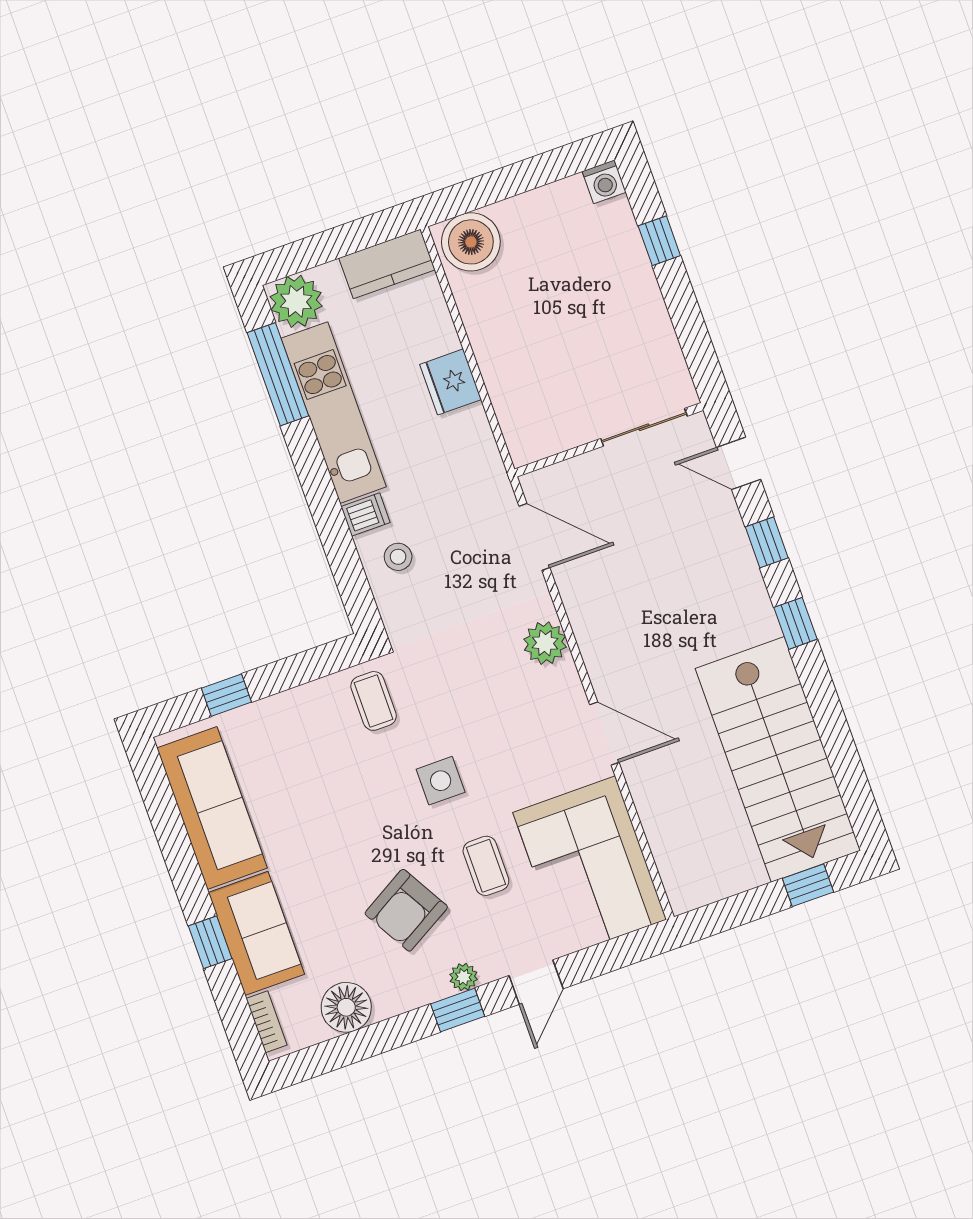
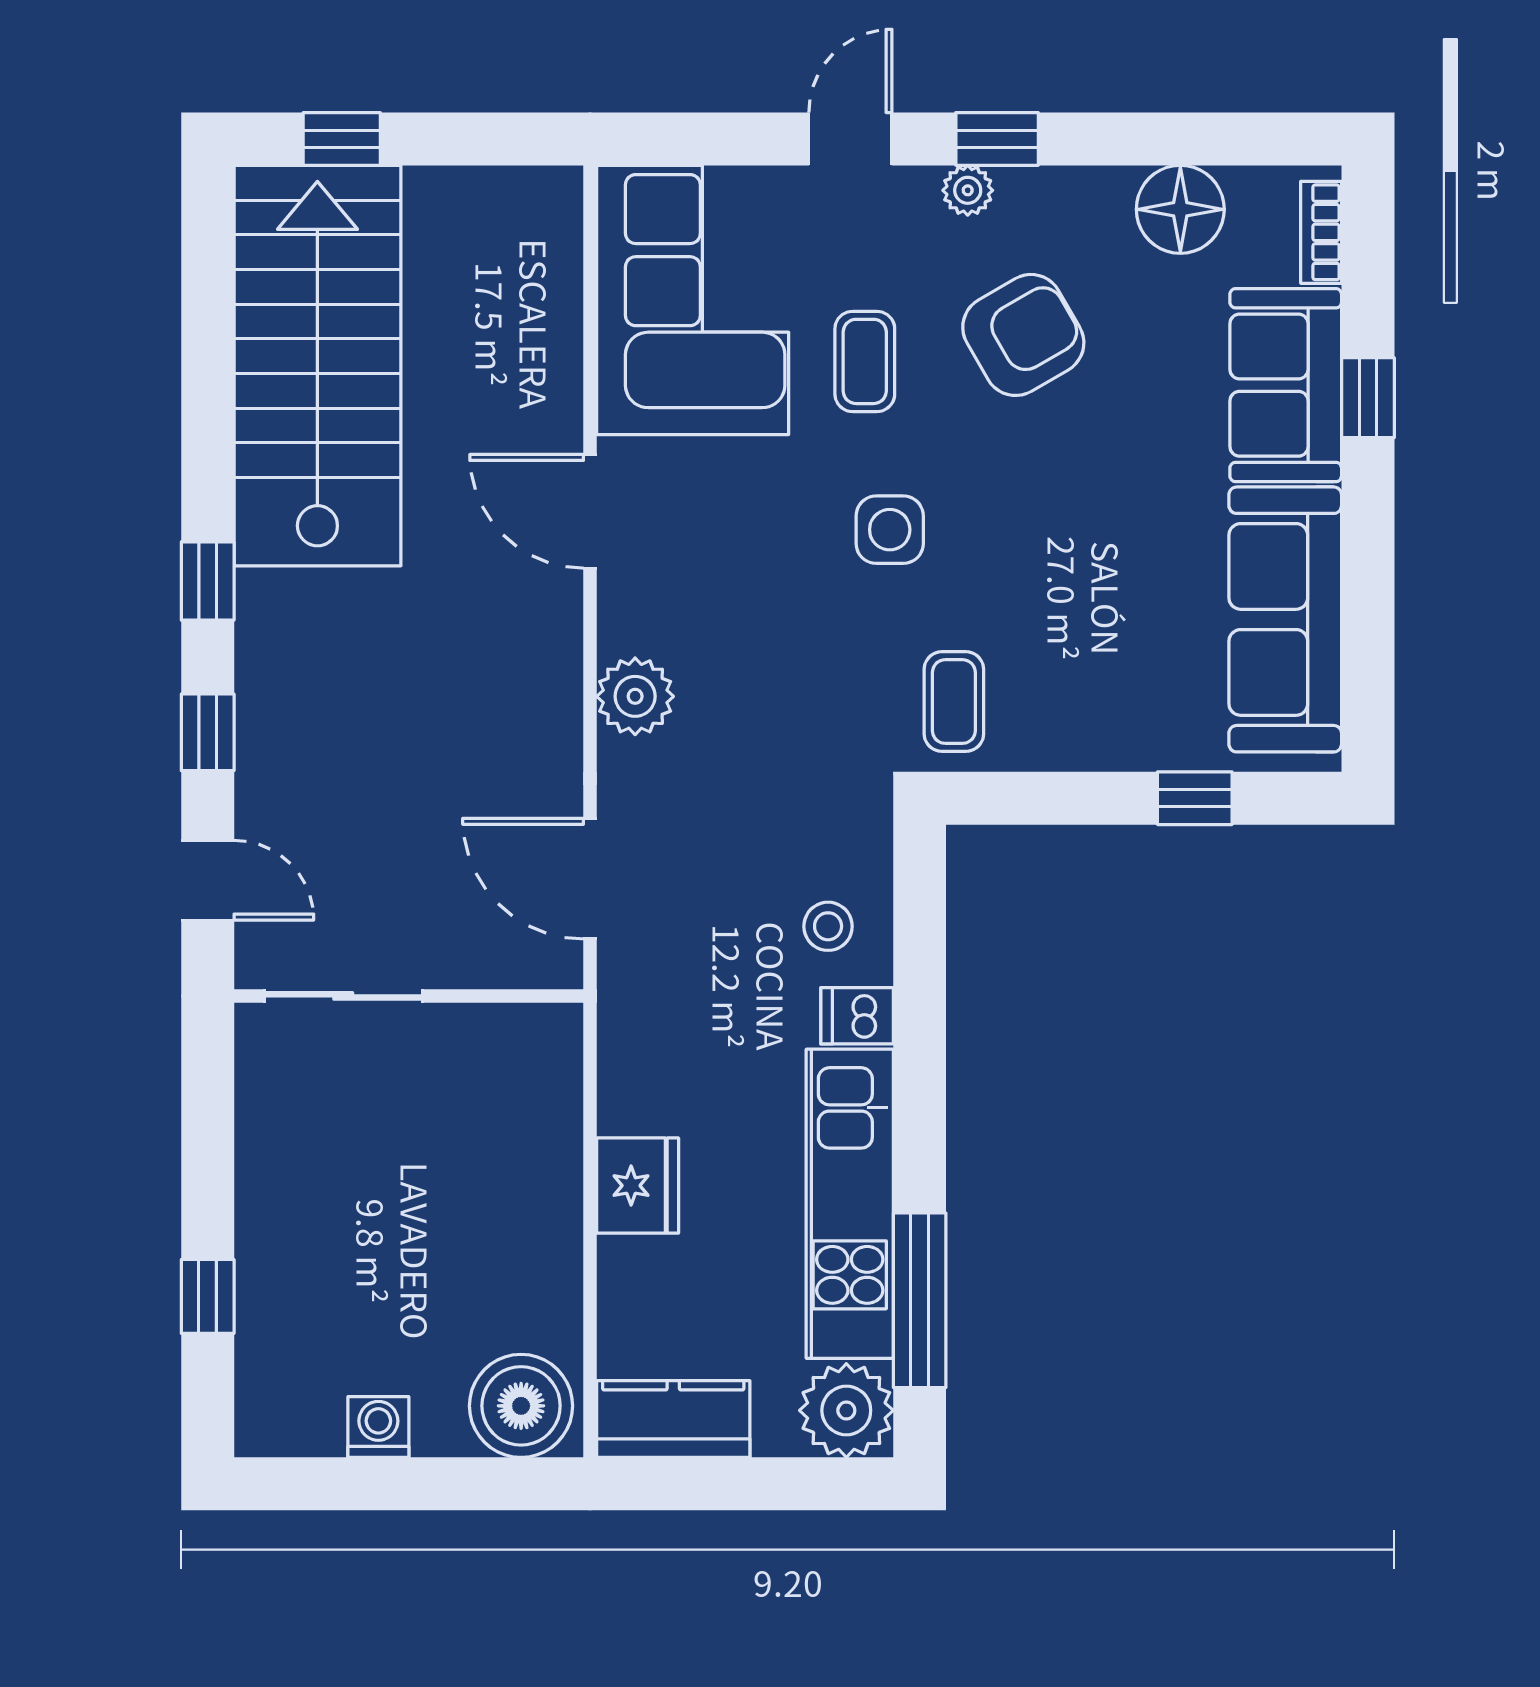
washing machine: (604, 182) -> (378, 1427), moved

